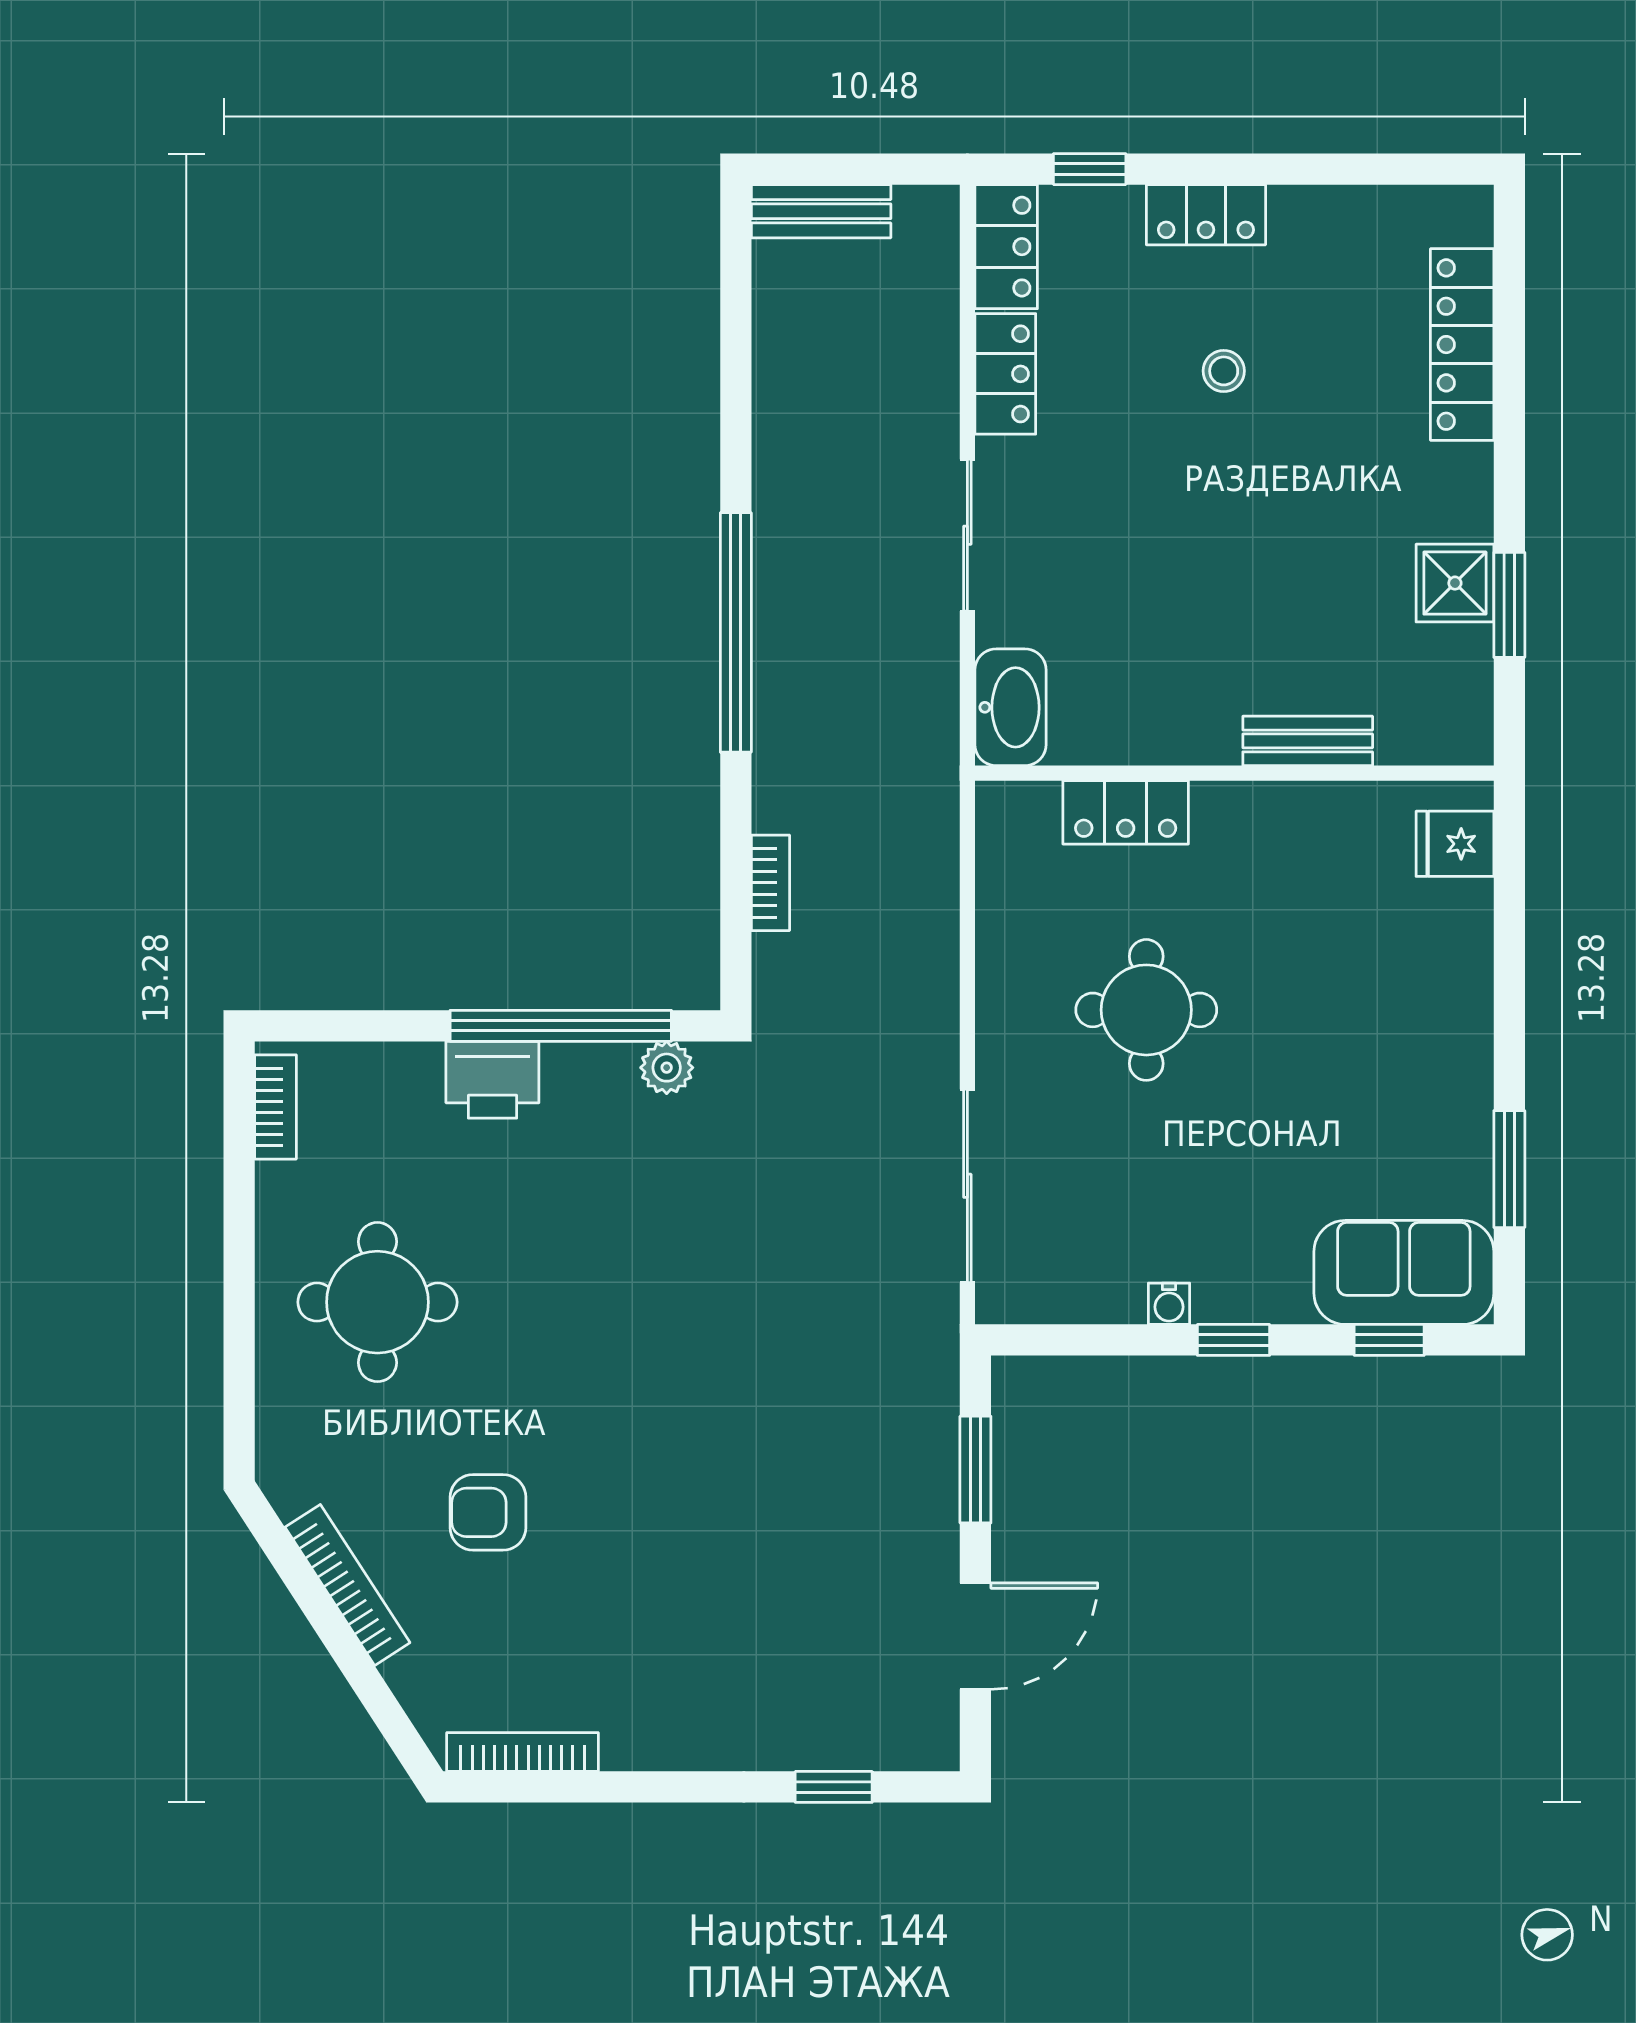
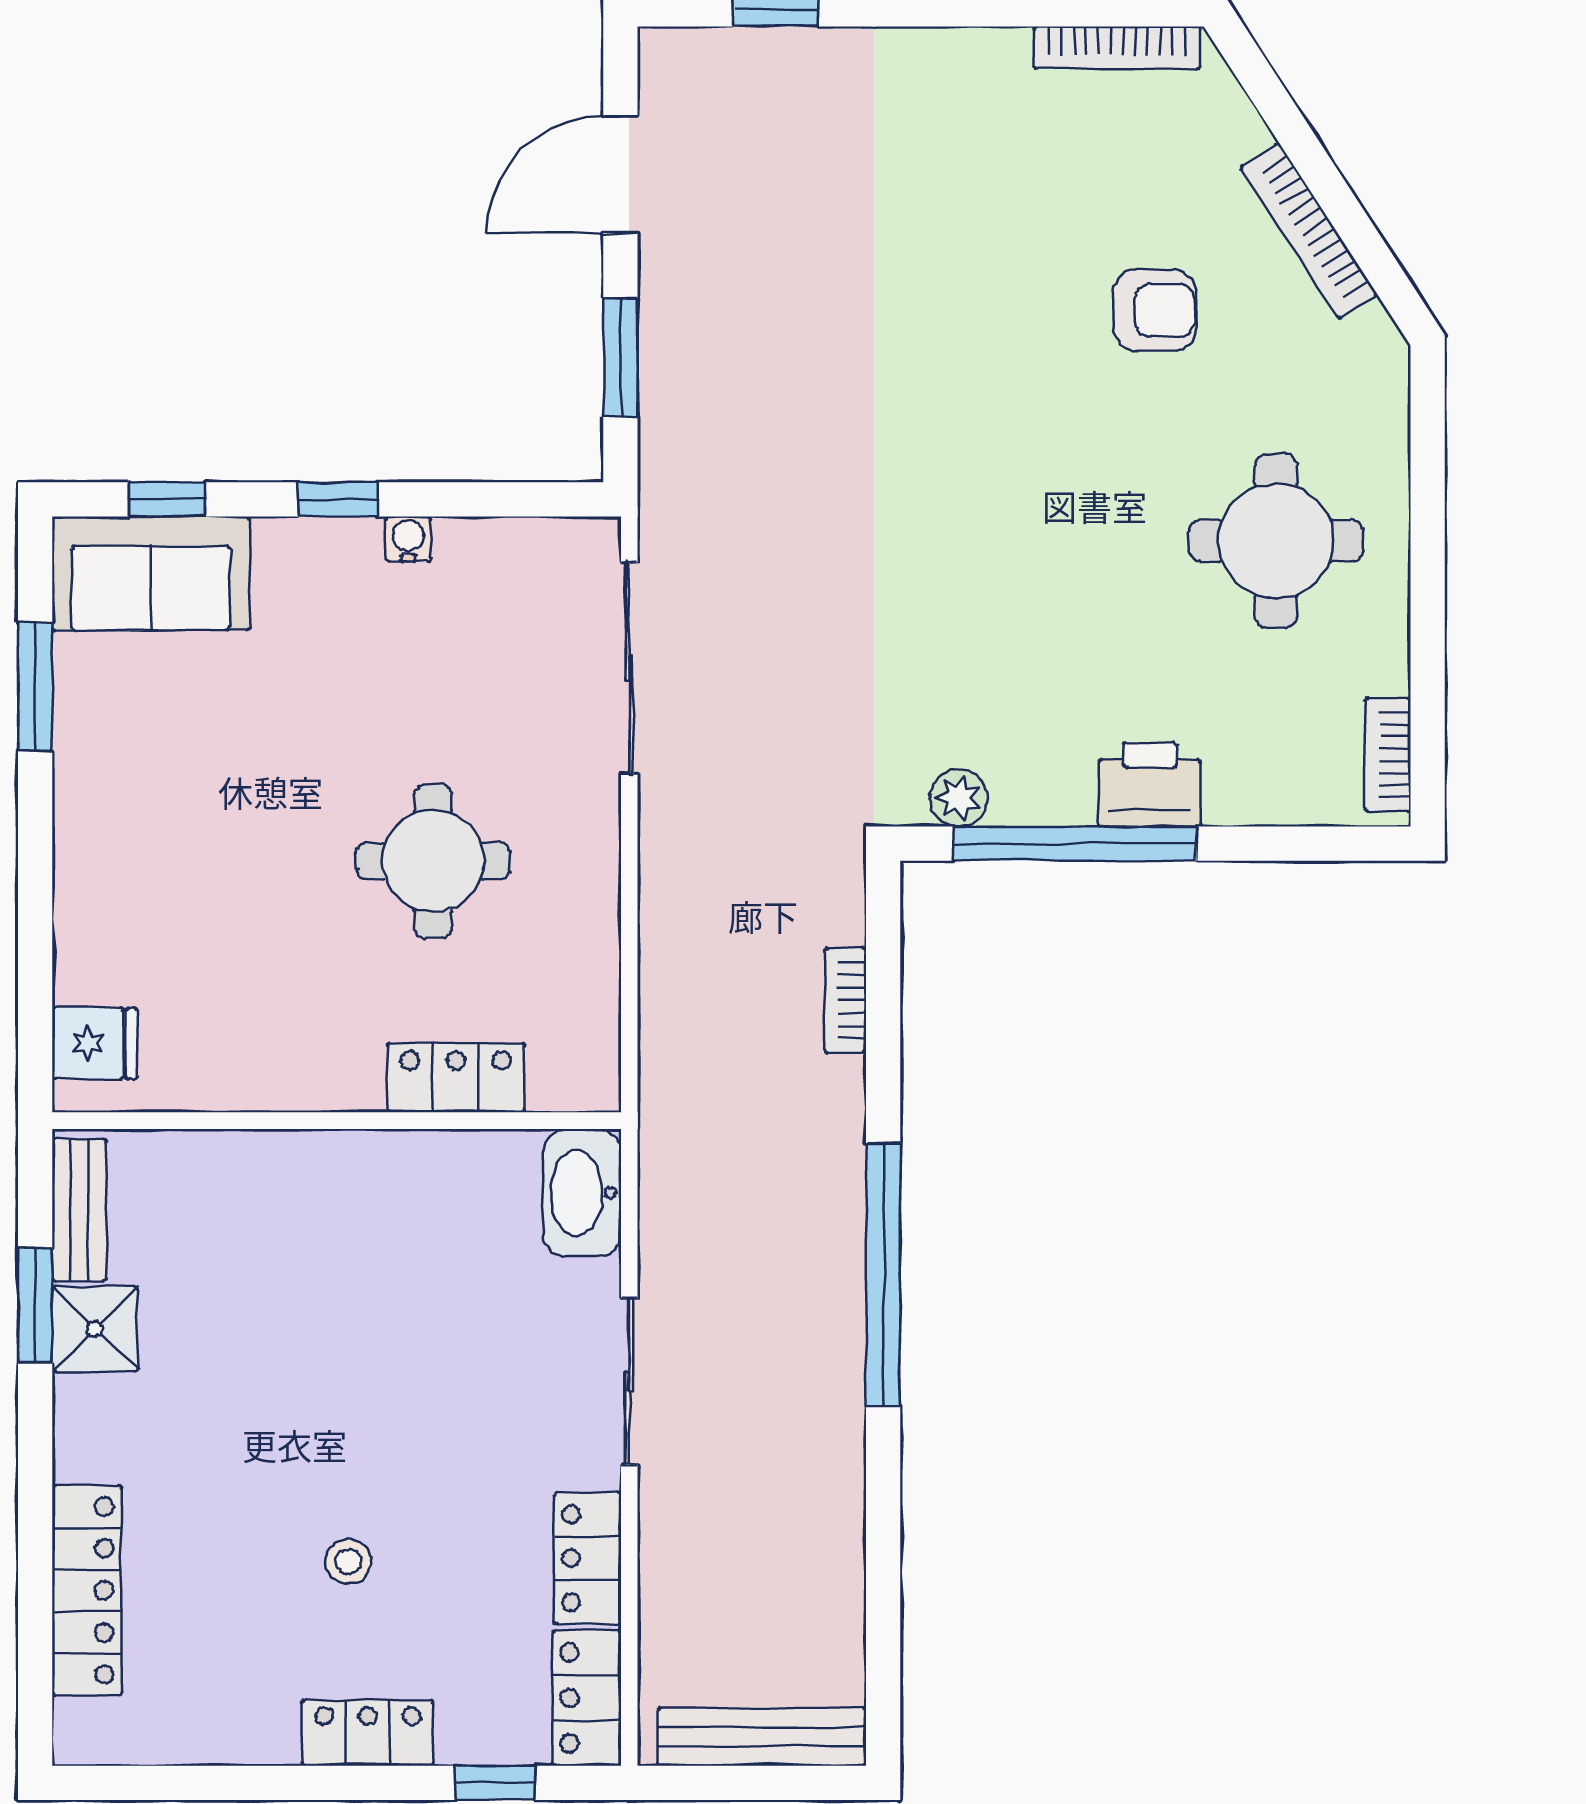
bench: (821, 211) -> (762, 1737), width x1.36
bench: (1308, 741) -> (79, 1210), moved, turned 90

